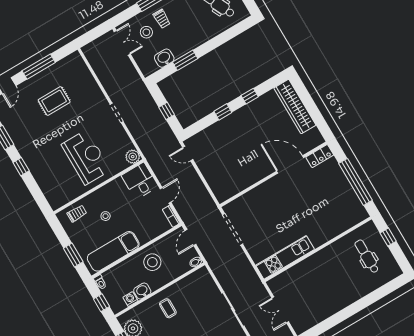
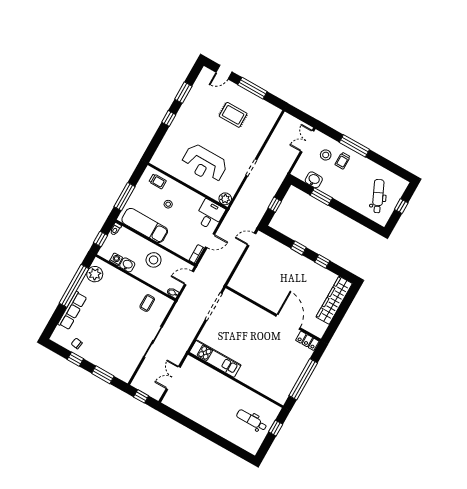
double door: (122, 43) -> (307, 141), swing flipped
door: (188, 154) -> (252, 239), hinge flipped
reception desk: (86, 157) -> (204, 164), turned 90
window: (73, 255) -> (124, 197), width x1.44
dental chair: (367, 256) -> (252, 420), turned -90
coffee table: (168, 308) -> (147, 303), moved

